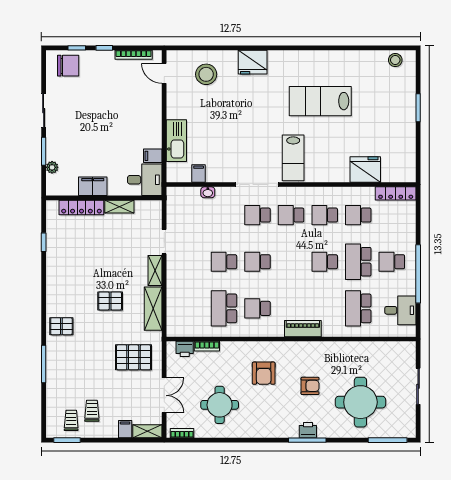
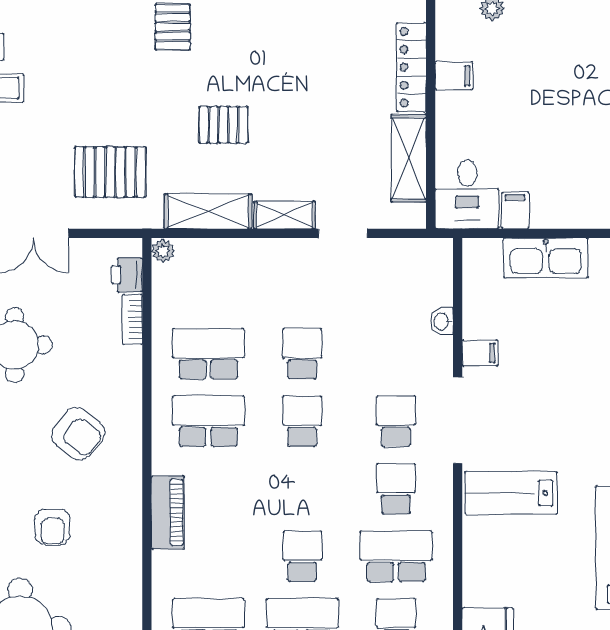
filing cabinet: (199, 173) -> (480, 353), moved
filing cabinet: (93, 186) -> (454, 76), width x0.50
shelving: (119, 207) -> (409, 158), width x1.50, depth x1.33
school desk: (325, 215) -> (396, 556), width x1.85
pallet: (110, 301) -> (223, 125), turned 90
school desk: (257, 308) -> (208, 421), width x1.85
plant: (173, 331) -> (163, 251), added
pallet: (134, 357) -> (110, 172), turned 90
armchair: (264, 373) -> (78, 434), turned -142

